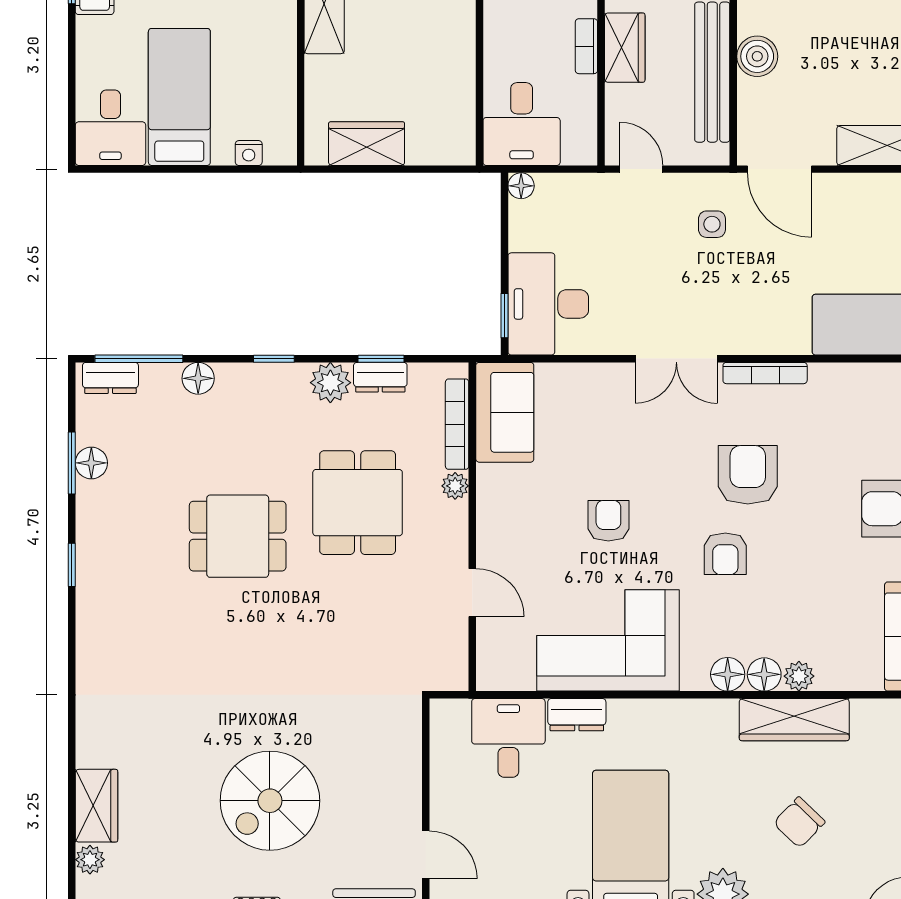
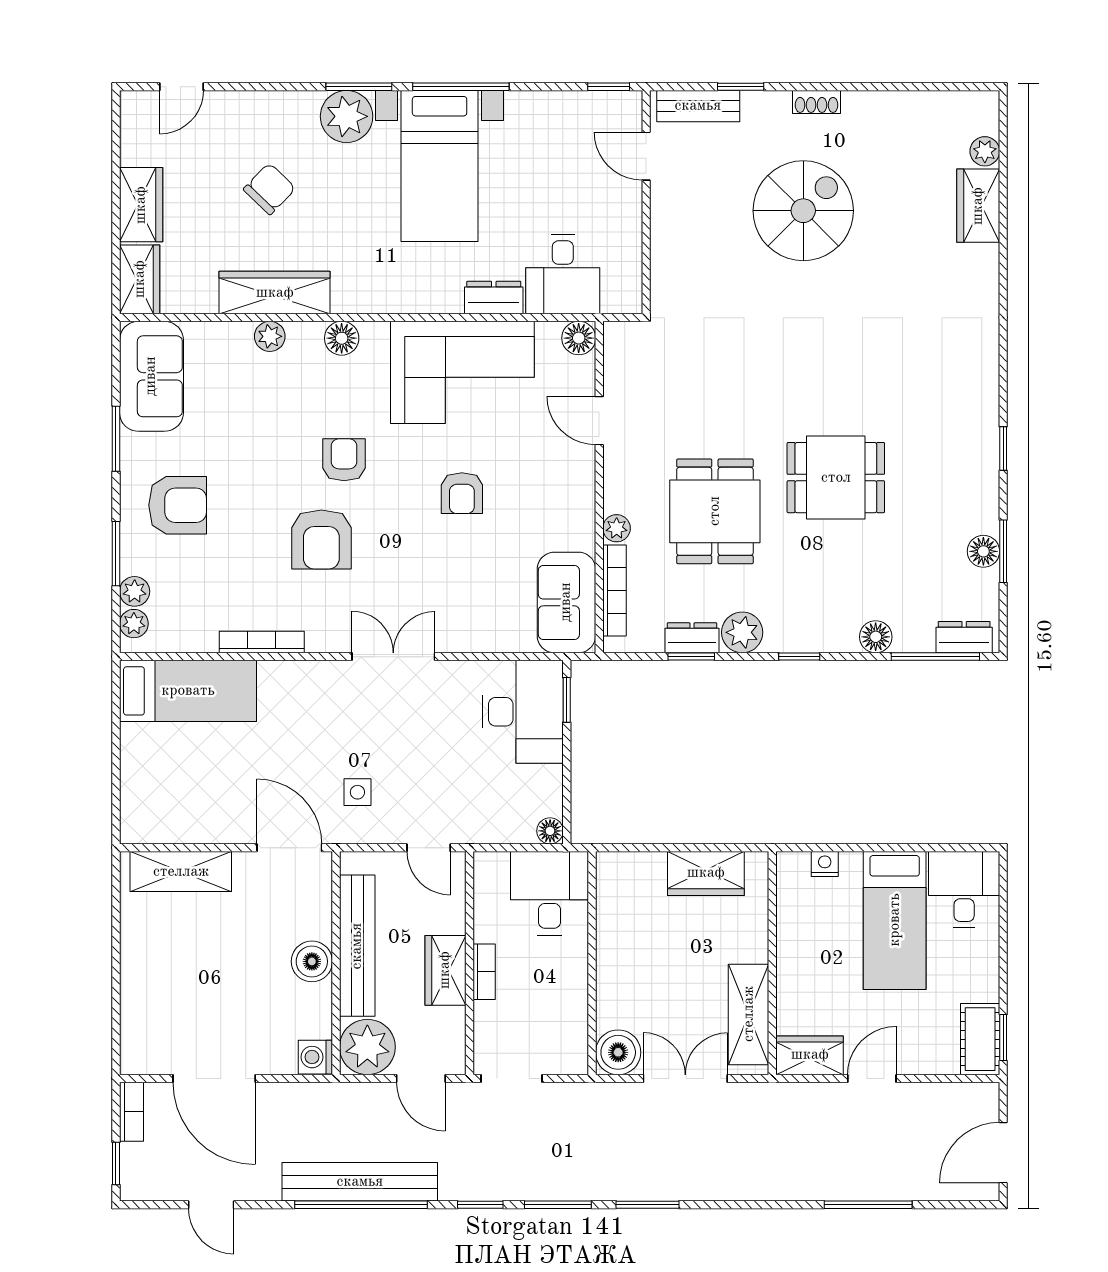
bookcase: (765, 373) -> (262, 642), moved
floor lamp: (764, 674) -> (579, 338), moved

